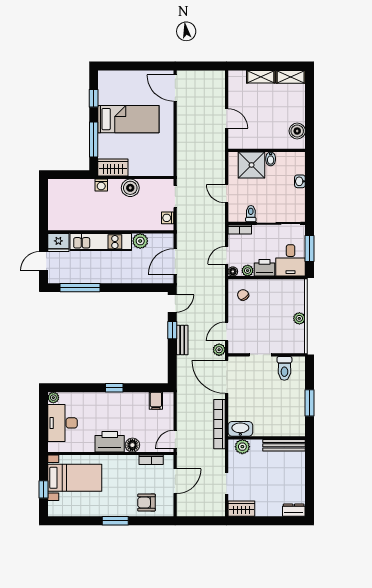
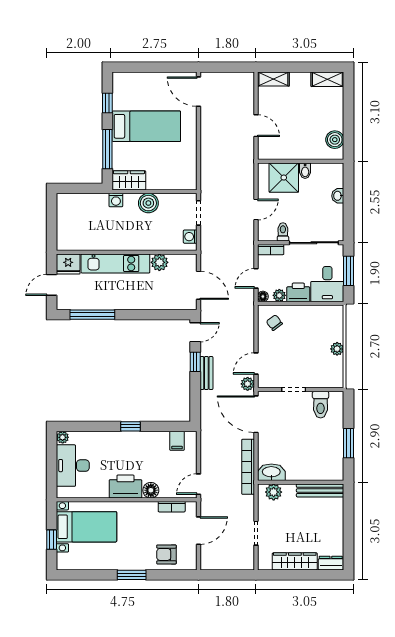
shelving: (261, 77) -> (273, 79), moved
door: (227, 194) -> (256, 210), swing flipped
door: (175, 261) -> (198, 285), swing flipped
wardrobe: (241, 509) -> (295, 561), moved, width x1.50

